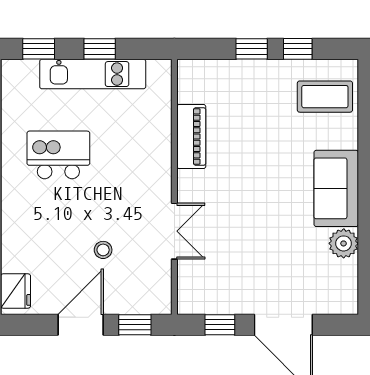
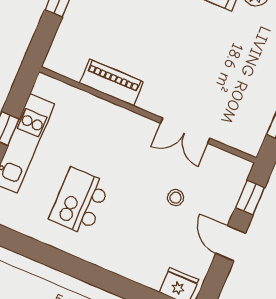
double door: (174, 231) -> (185, 131), swing flipped
door: (81, 325) -> (231, 243), width x0.73

